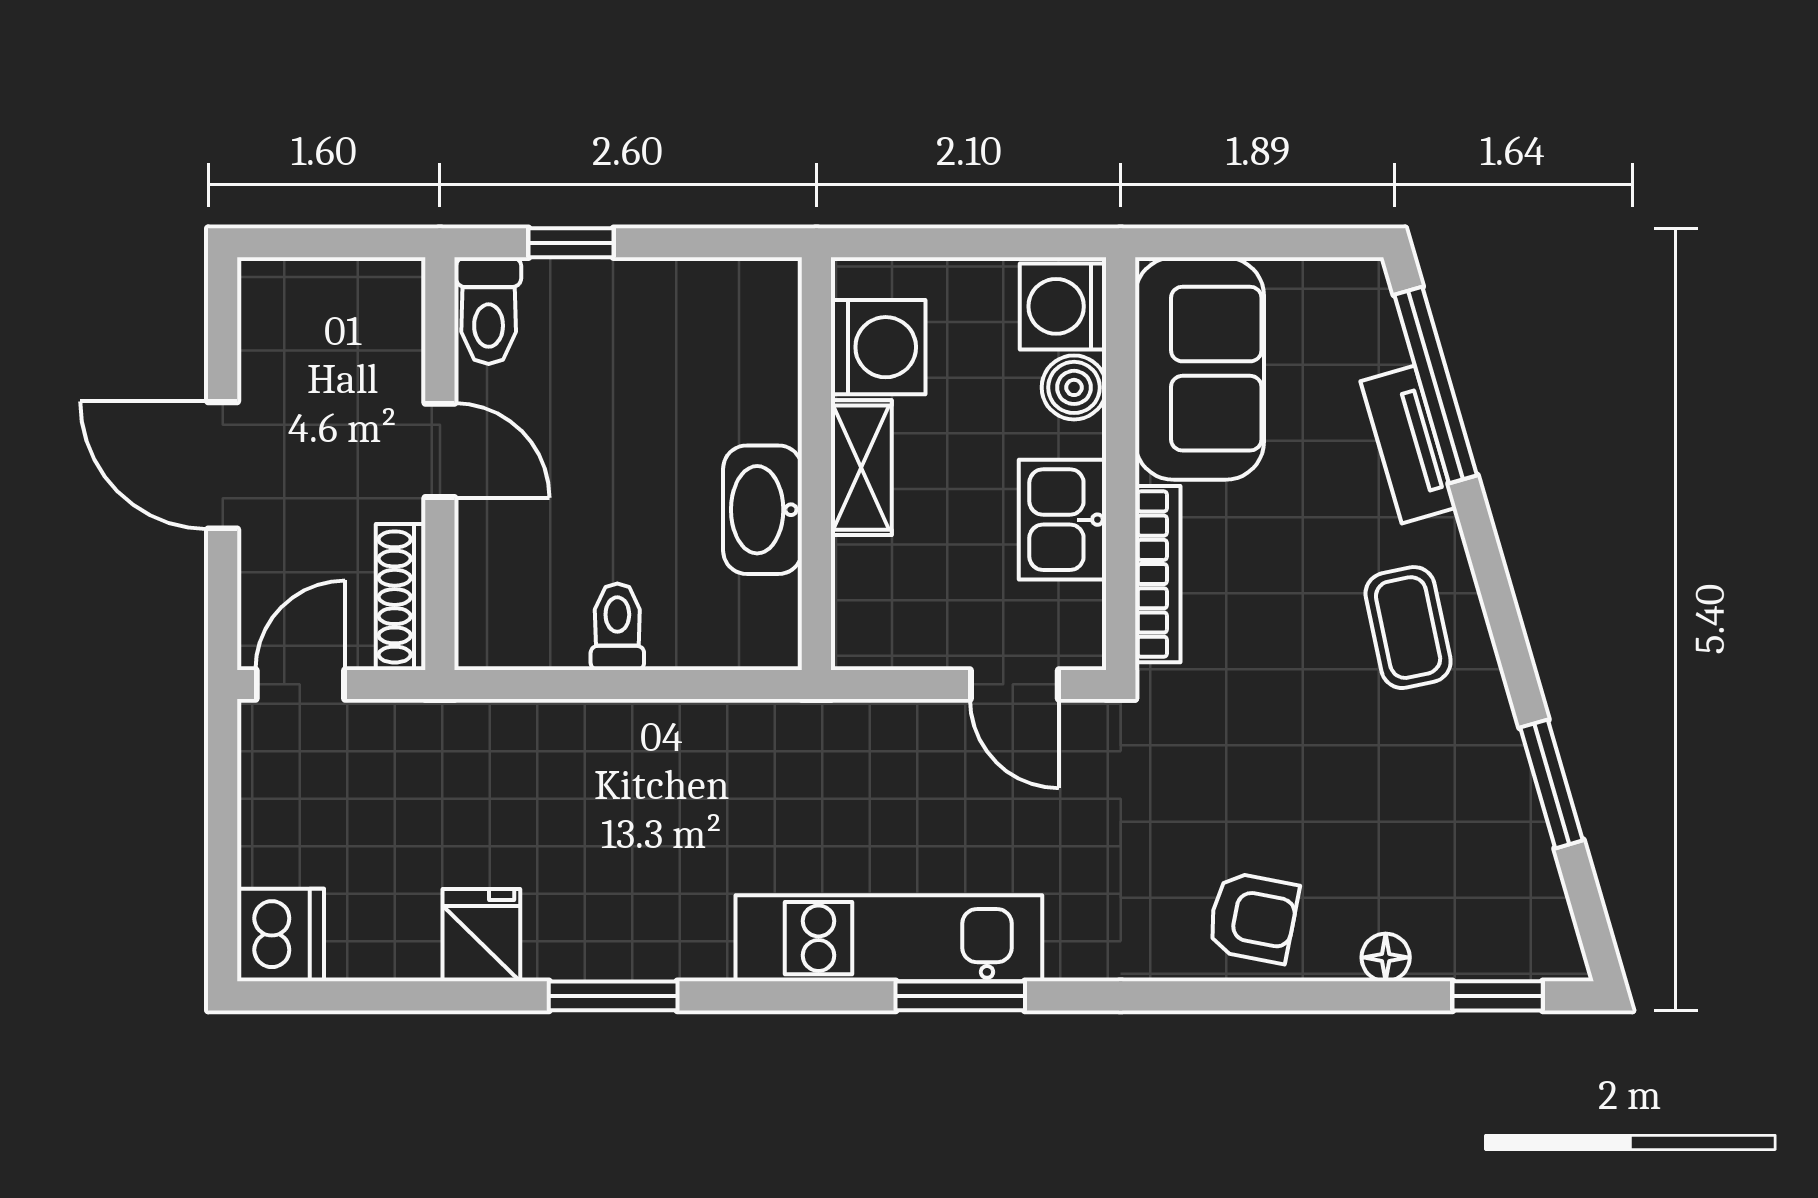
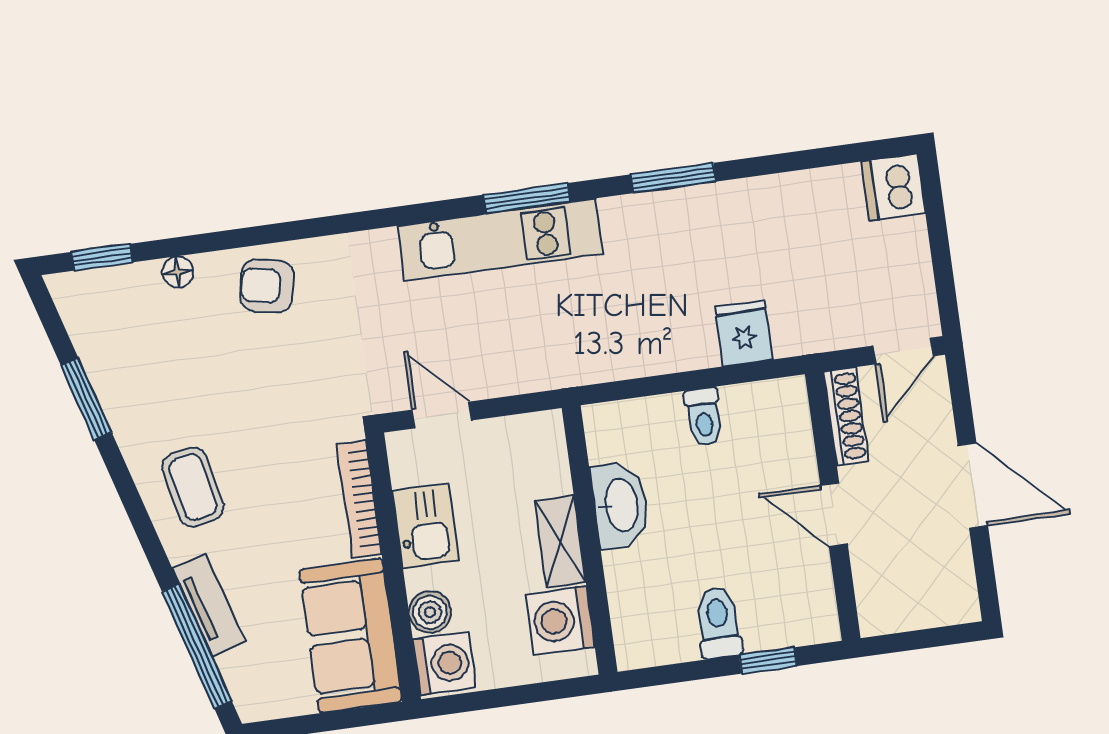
toilet: (489, 311) -> (718, 623), moved
fridge: (481, 935) -> (744, 333), moved, turned 180
window: (960, 996) -> (527, 198), moved

